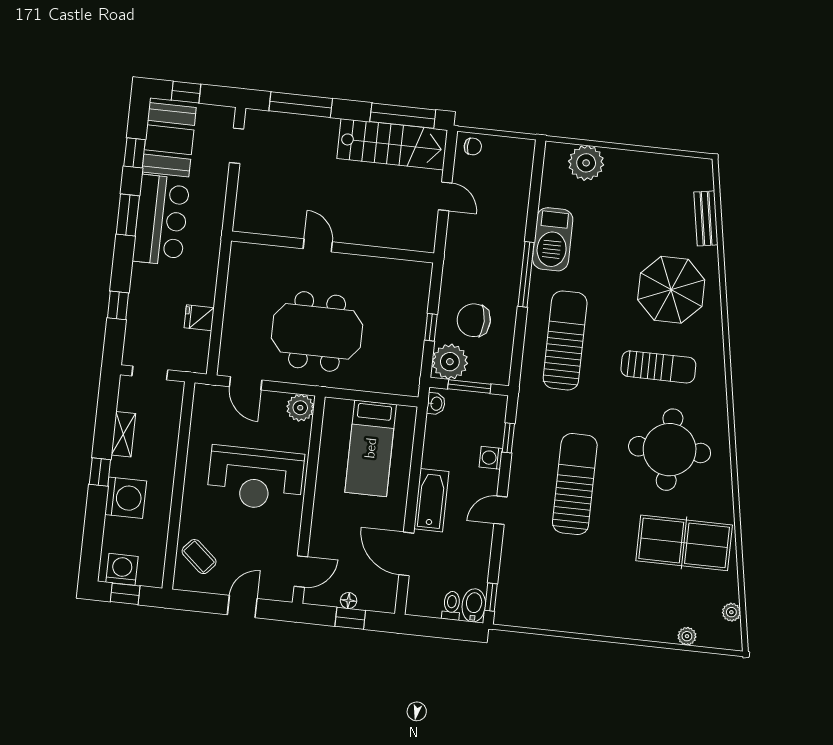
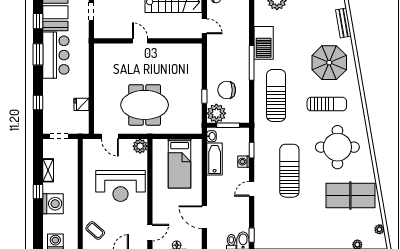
door: (318, 245) -> (140, 41), moved
wall: (333, 247) -> (148, 41), moved
bathtub: (431, 500) -> (215, 159), moved

